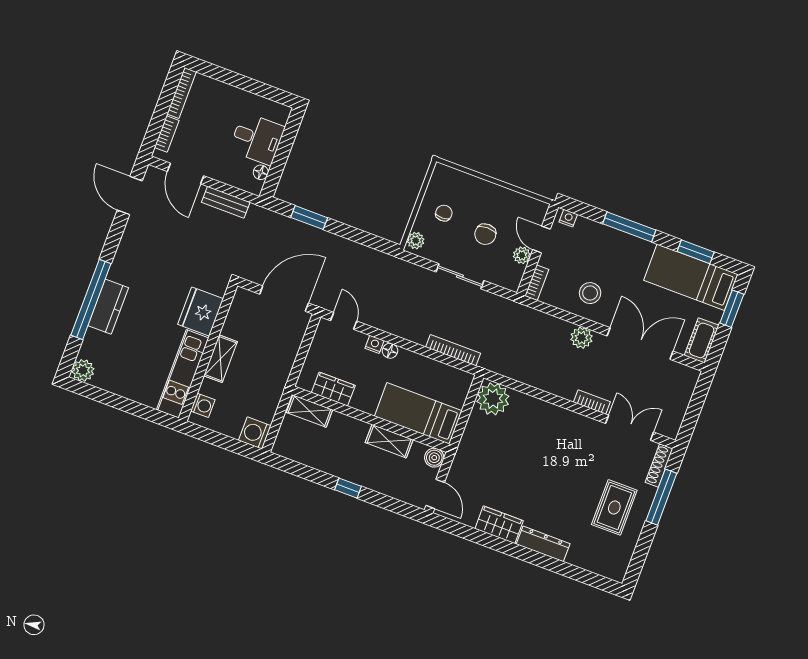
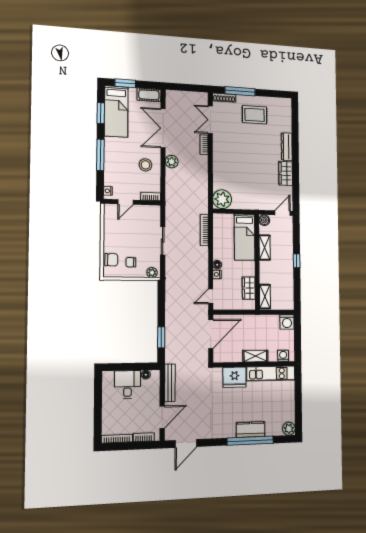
bench: (226, 202) -> (170, 383), width x1.36
chair: (485, 234) -> (111, 260), moved
plant: (522, 255) -> (138, 210), removed
door: (284, 299) -> (211, 334), swing flipped

